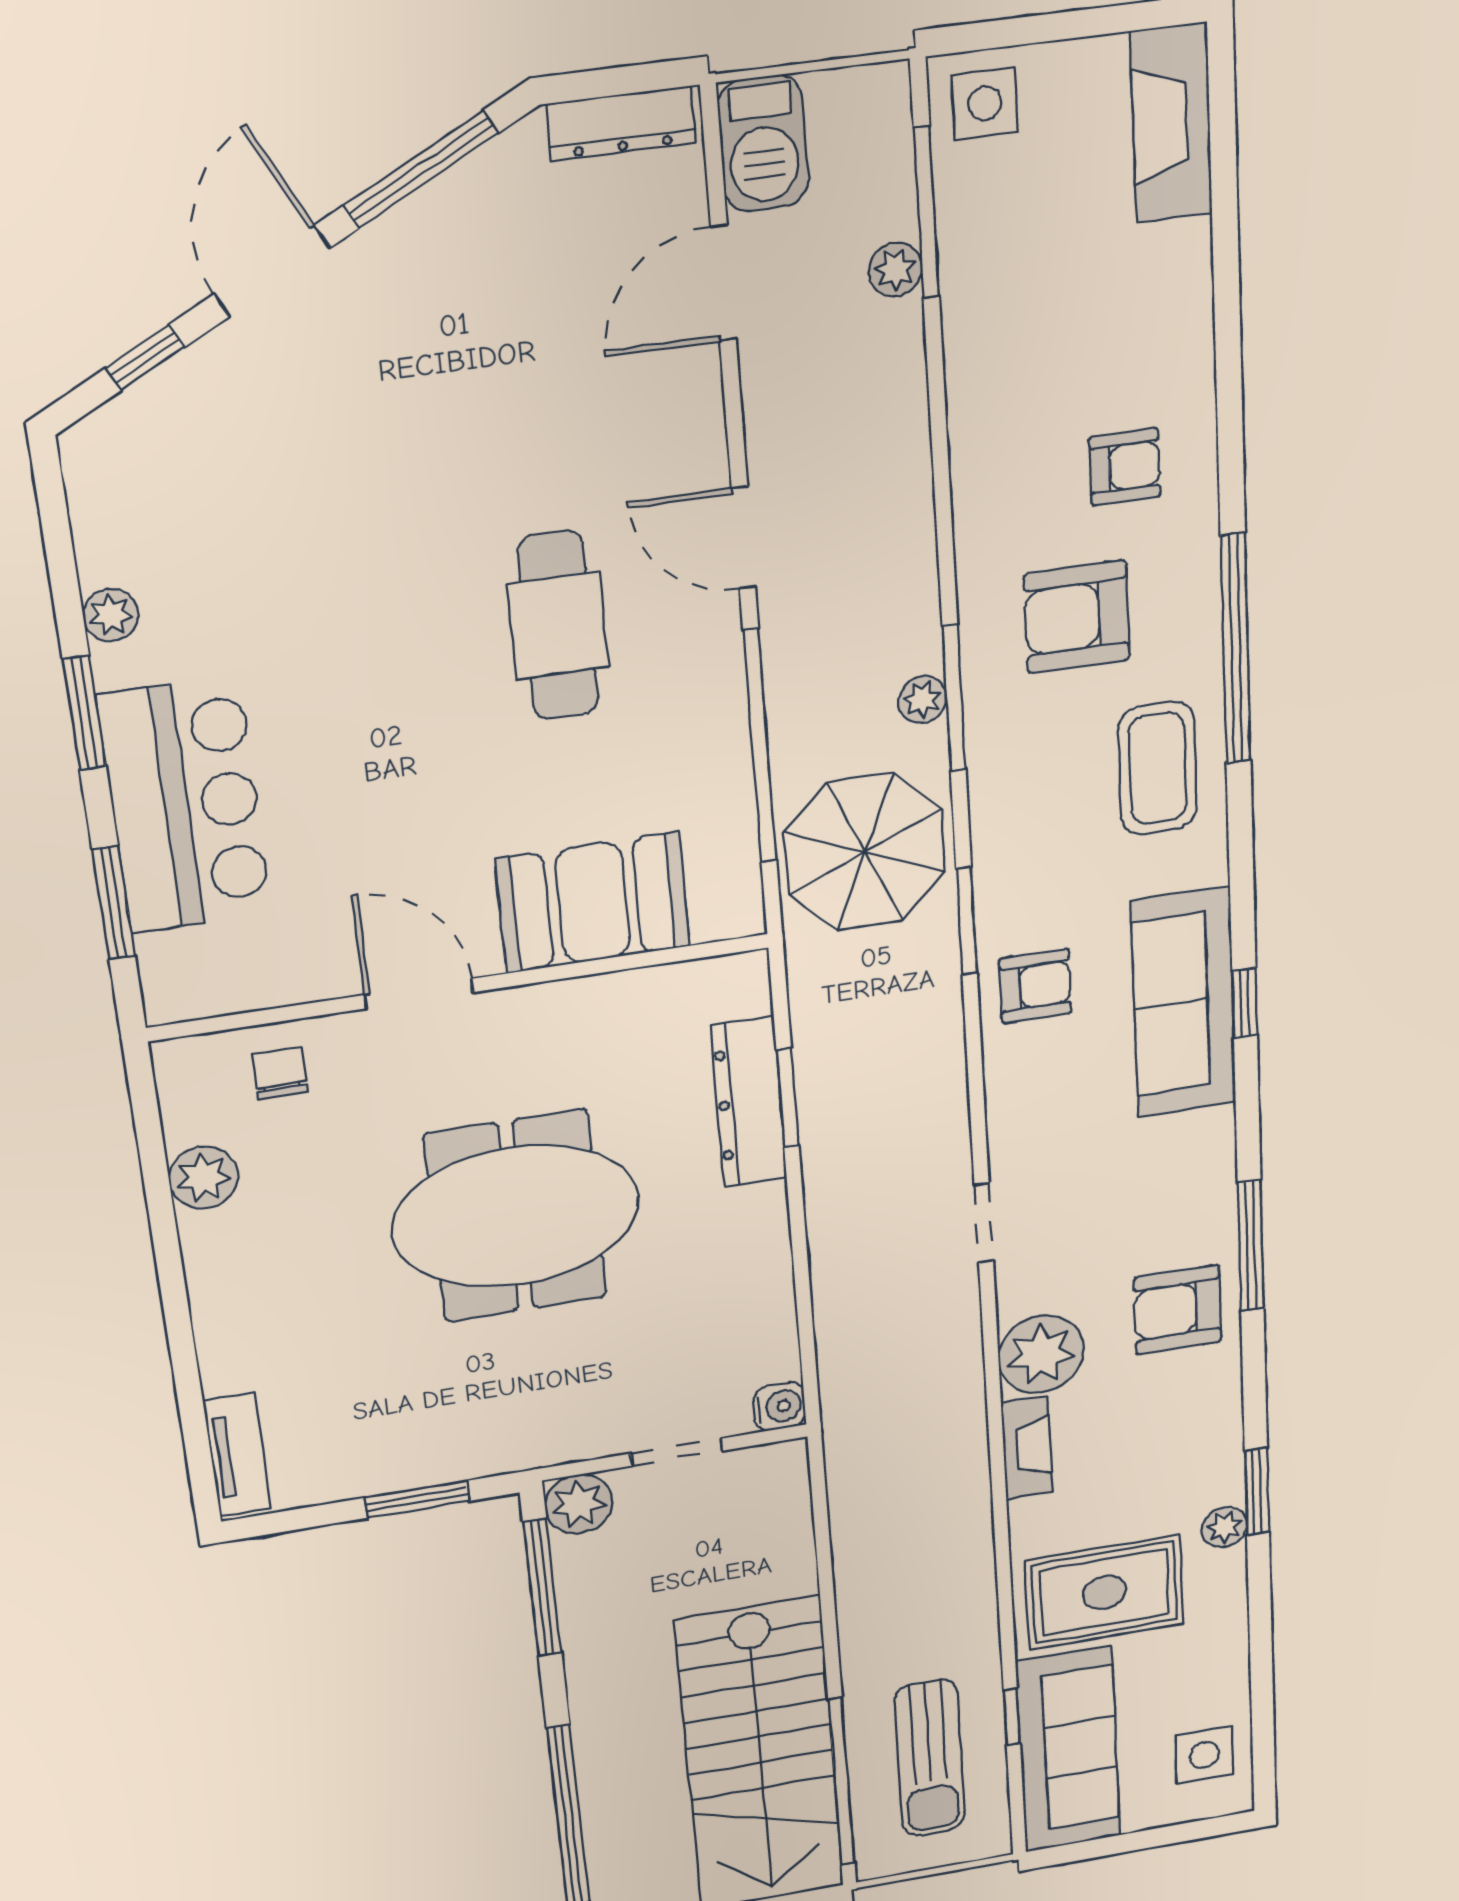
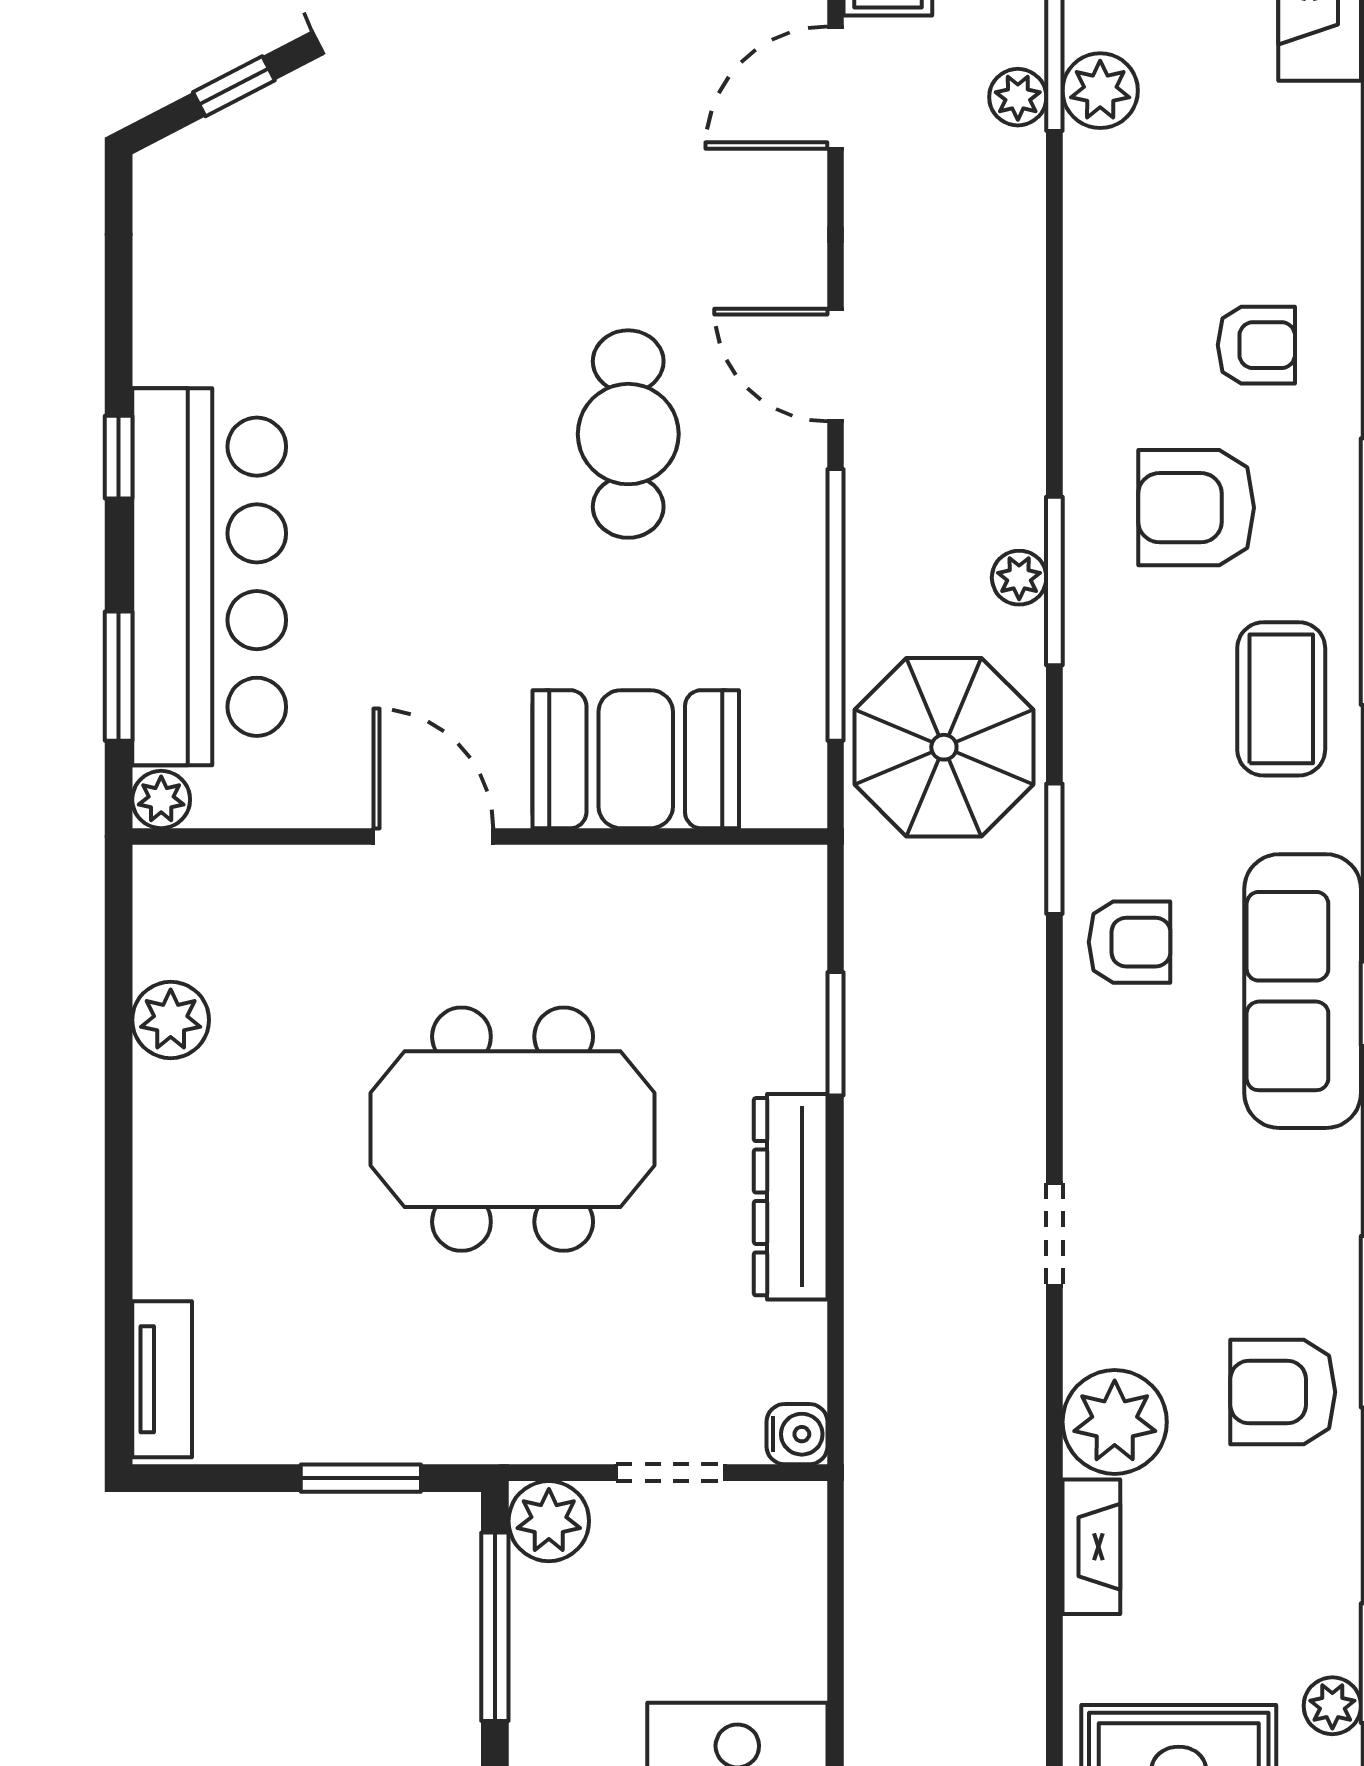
plant: (972, 254) -> (1100, 91), added
plant: (111, 615) -> (161, 800), moved
window: (84, 713) -> (119, 457), width x0.67
bar counter: (185, 805) -> (209, 577), width x1.36
chair: (280, 1073) -> (271, 907), removed
dresser: (749, 1102) -> (791, 1197), moved

